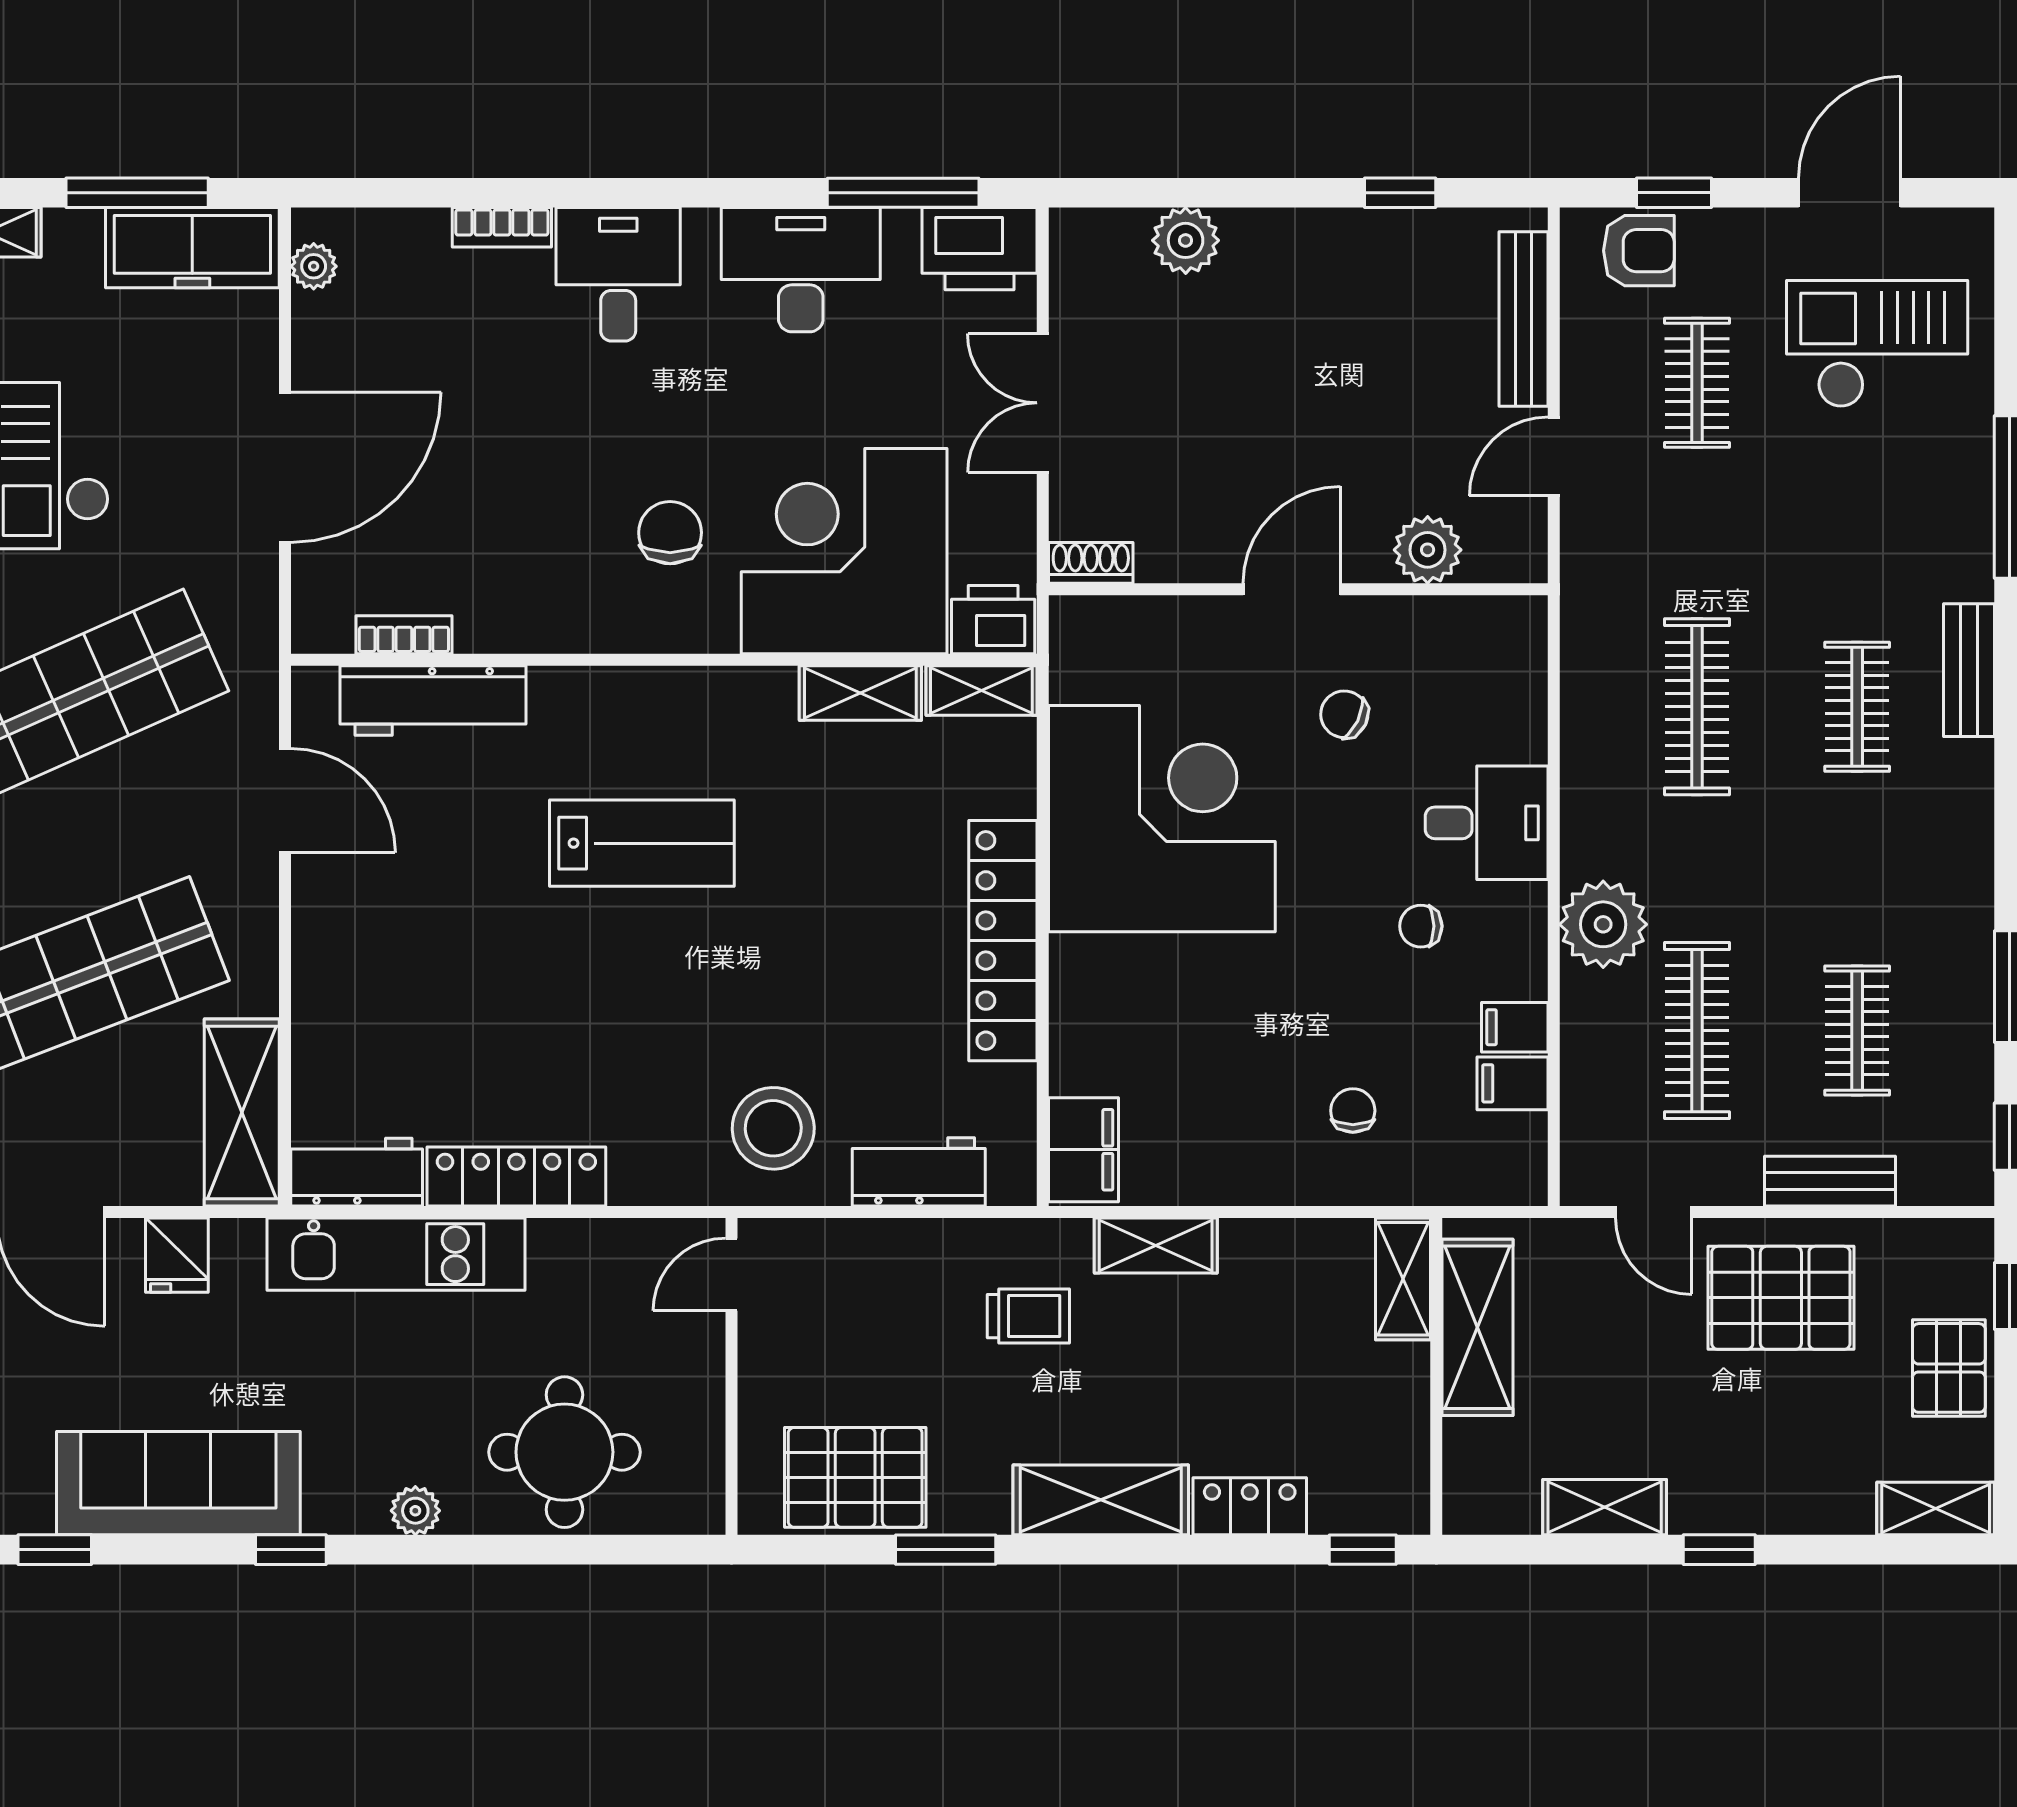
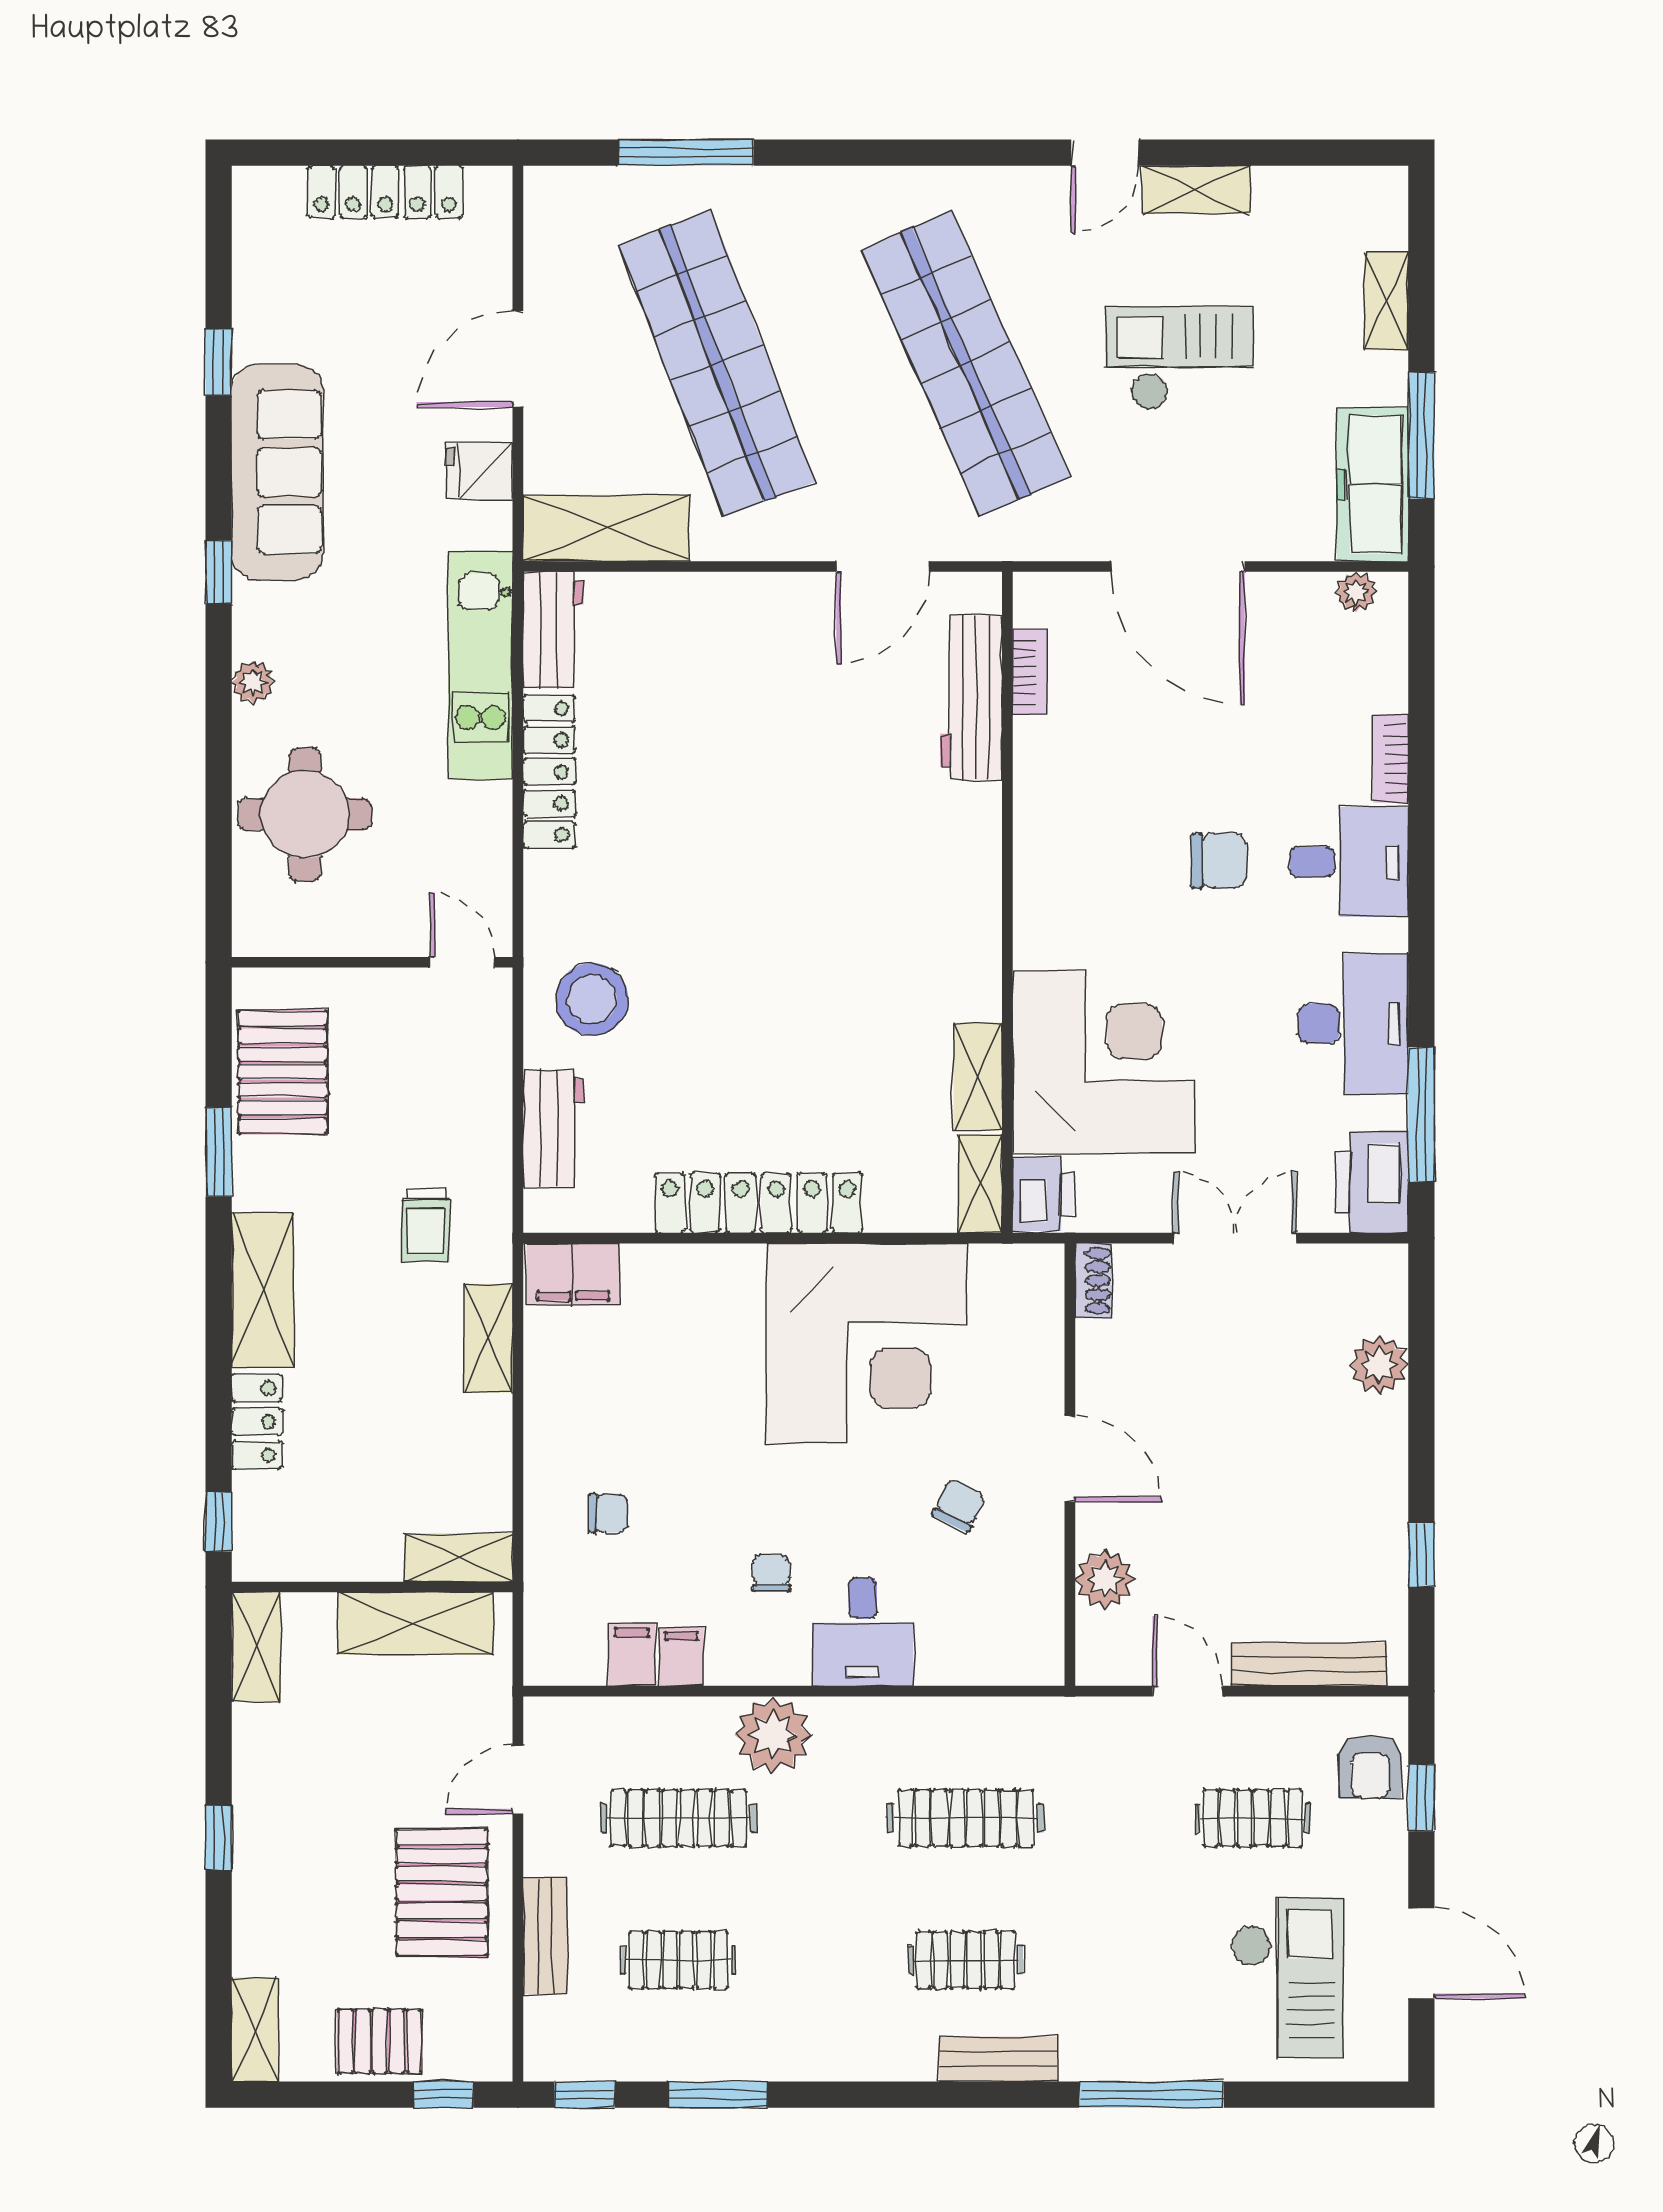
chair: (670, 533) -> (1219, 861), moved
lab bench: (642, 843) -> (845, 883), removed
shelving: (1605, 1507) -> (256, 1647), moved

